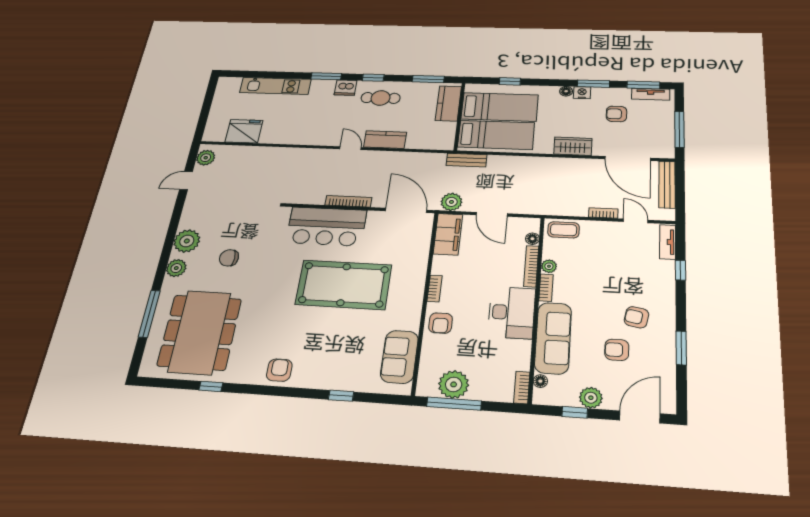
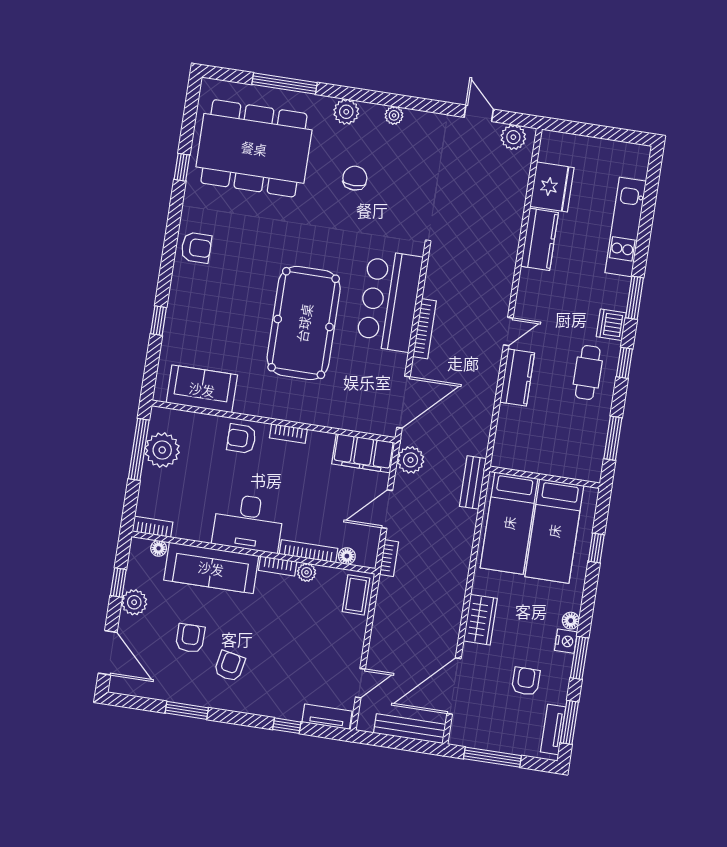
kitchen counter: (448, 103) -> (540, 239), moved, turned 90
bookcase: (603, 213) -> (389, 558), moved
plant: (187, 241) -> (394, 115), width x0.53, depth x0.53

